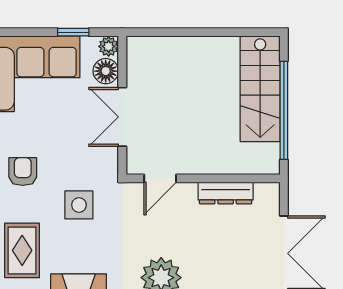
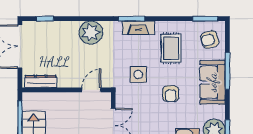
dresser: (226, 193) -> (41, 81), moved

